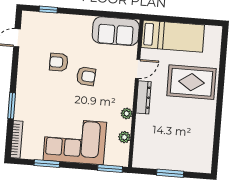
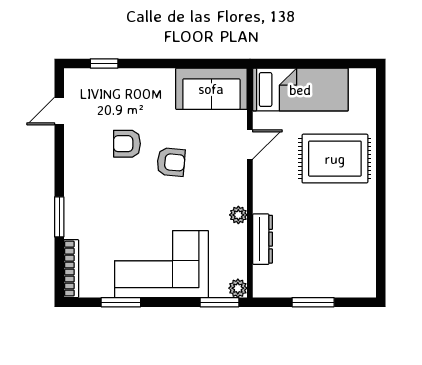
dresser: (144, 97) -> (263, 239), moved
plant: (124, 137) -> (238, 288), moved

